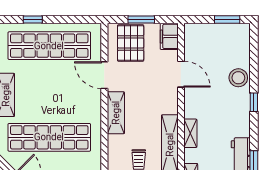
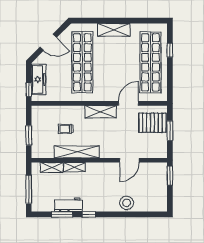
window: (227, 19) -> (170, 176), moved
filing cabinet: (169, 36) -> (157, 151), removed
window: (254, 102) -> (89, 214), moved
shelving: (190, 133) -> (74, 167), moved

